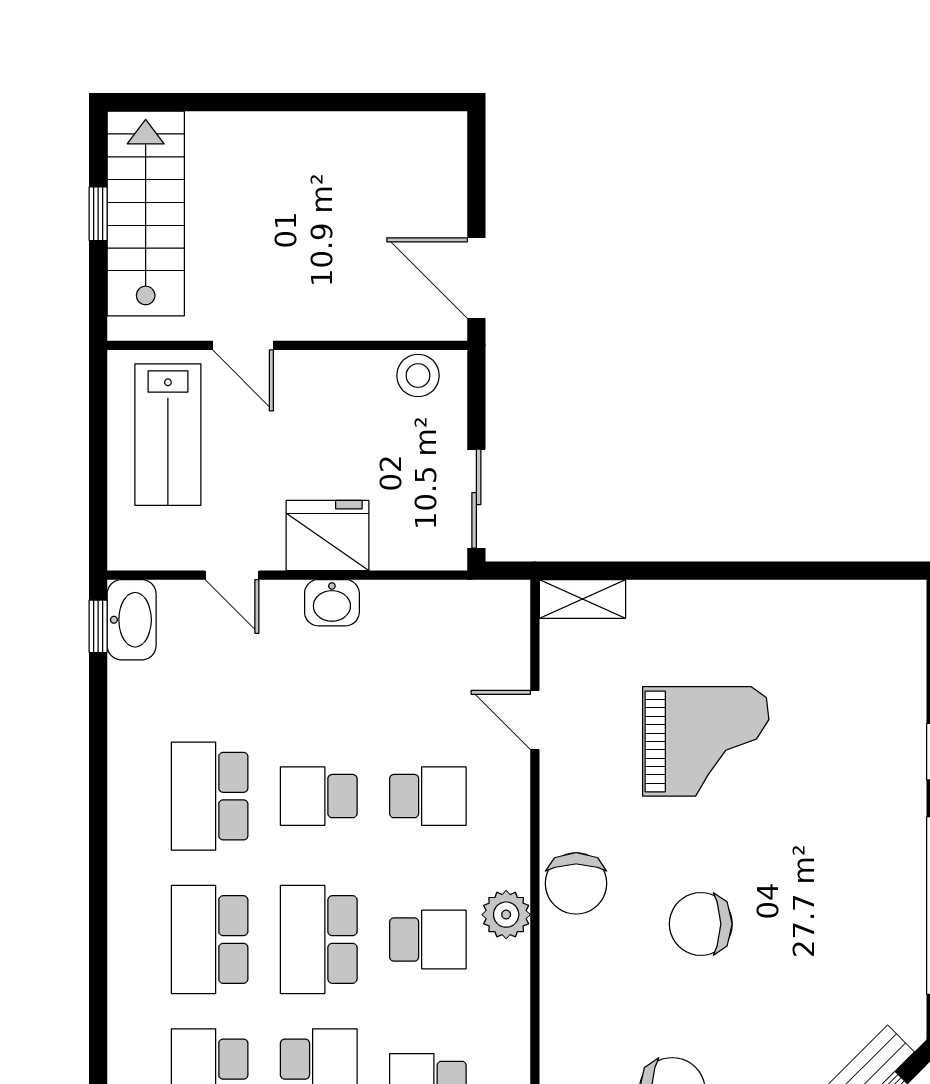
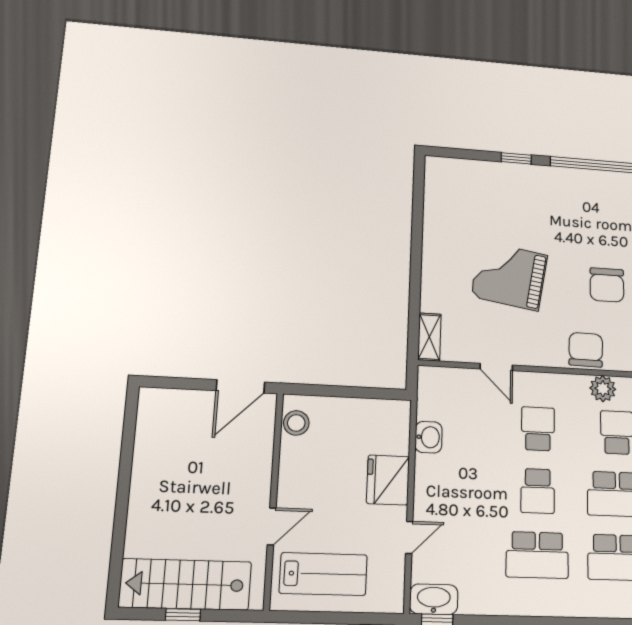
sliding door: (476, 499) -> (370, 393), removed
washbasin: (332, 603) -> (429, 437), moved
door: (535, 720) -> (496, 367), hinge flipped
grand piano: (706, 741) -> (509, 276), turned -81
chair: (576, 883) -> (586, 350), turned -89

